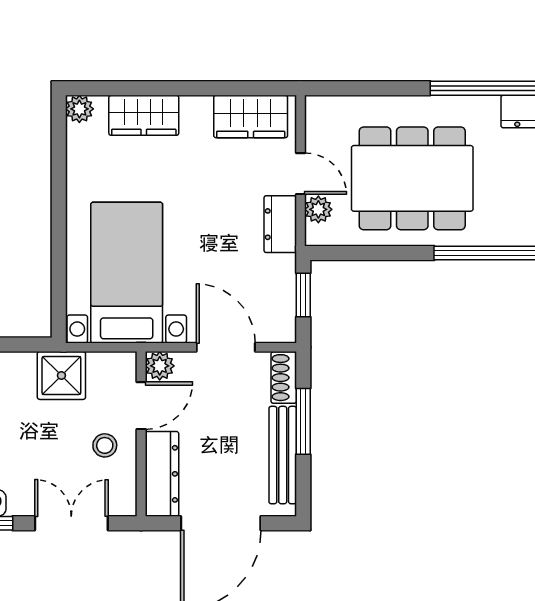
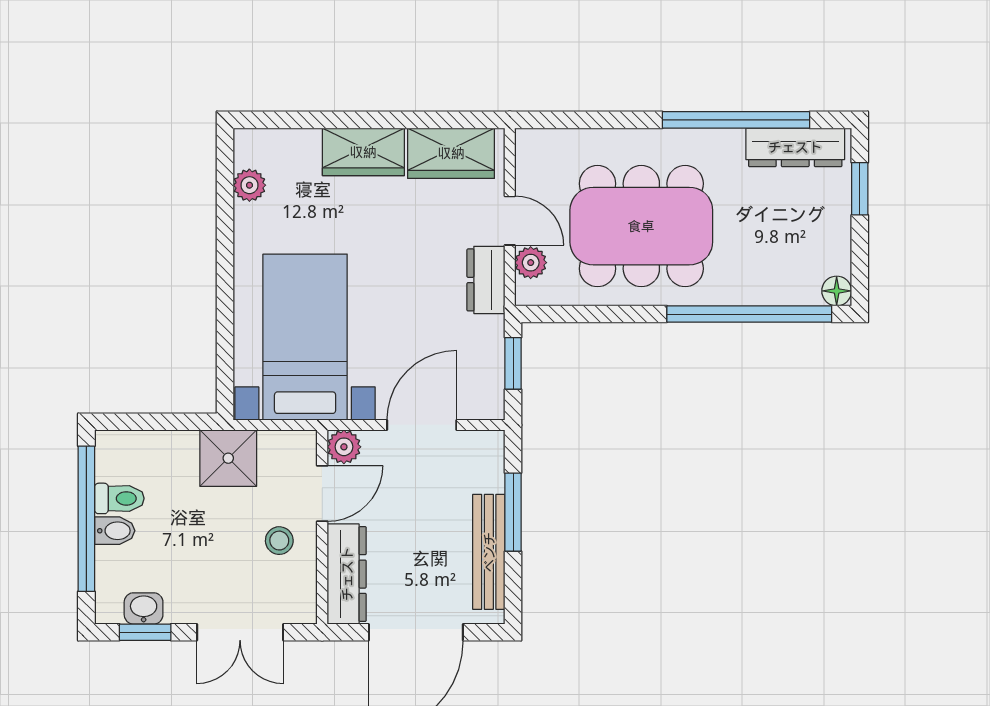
plant: (79, 109) -> (249, 185), moved
wardrobe: (144, 115) -> (363, 152), moved
door: (226, 347) -> (422, 425), hinge flipped
shoe rack: (284, 378) -> (490, 461), removed
double door: (71, 523) -> (240, 632), swing flipped

